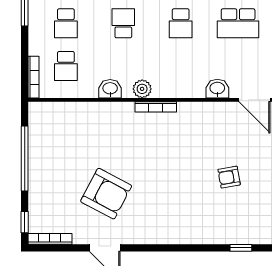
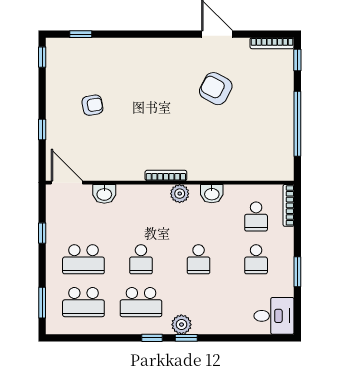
school desk: (66, 23) -> (256, 259), turned 180
school desk: (181, 23) -> (141, 259), turned 180
school desk: (238, 23) -> (83, 259), turned 180
school desk: (66, 66) -> (256, 217), turned 180
armchair: (106, 194) -> (216, 89), width x0.73, depth x0.73

